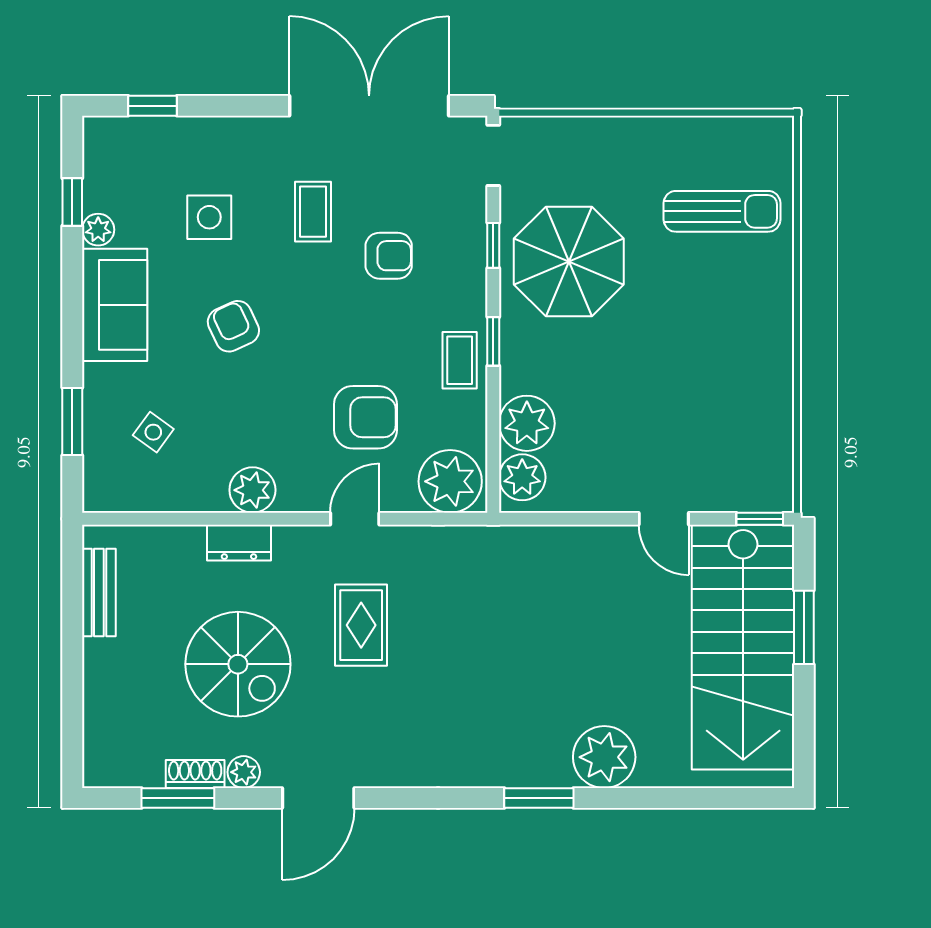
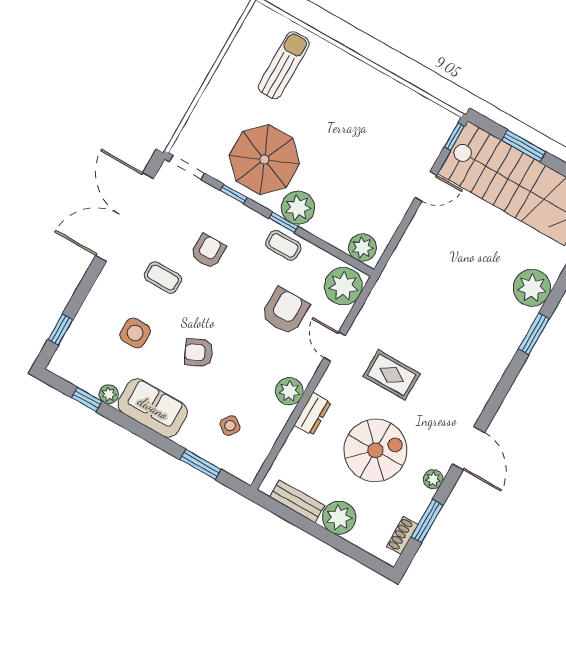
plant: (527, 423) -> (298, 208), moved
plant: (110, 667) -> (339, 518), added
shoe rack: (195, 774) -> (402, 535), moved

